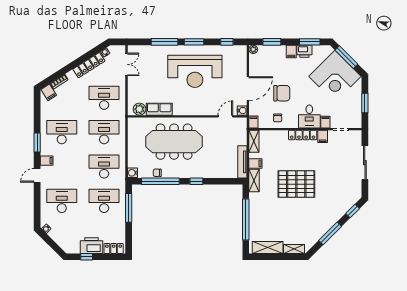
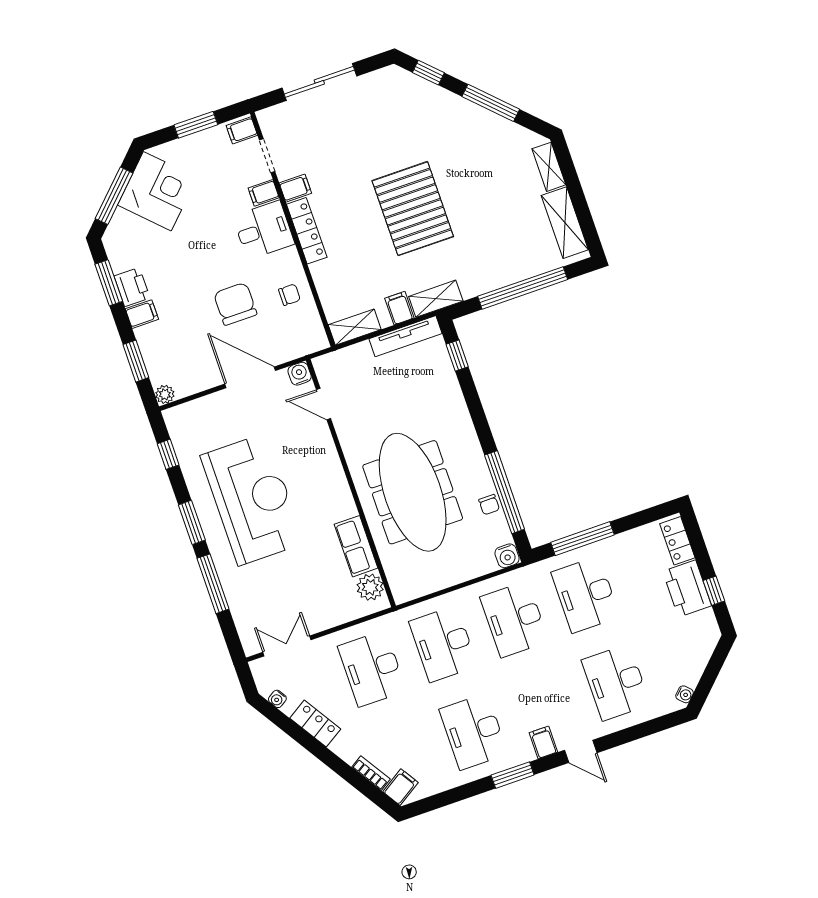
locker: (89, 65) -> (315, 724), width x0.66
corner desk: (335, 76) -> (157, 191), width x0.74, depth x0.74
filing cabinet: (253, 122) -> (242, 130), moved
window: (196, 181) -> (457, 356), moved

